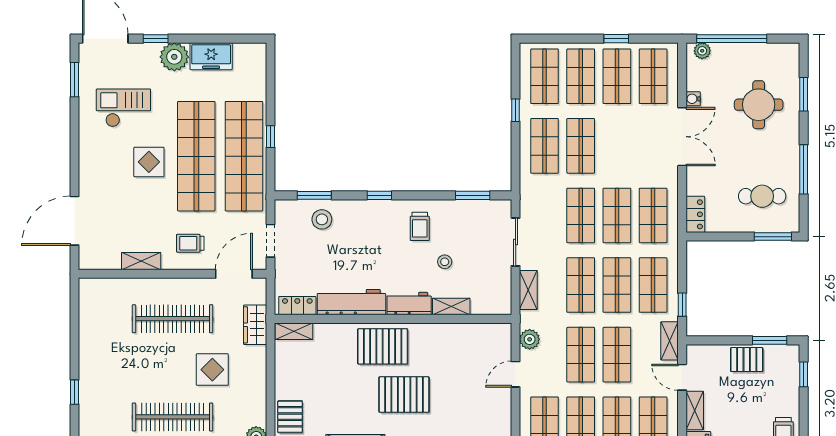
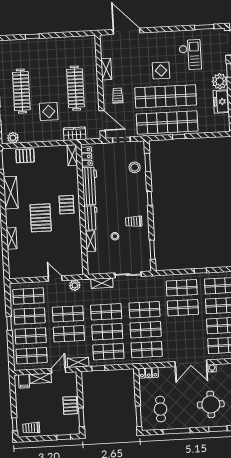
pallet: (383, 346) -> (66, 205), width x0.67, depth x0.71

